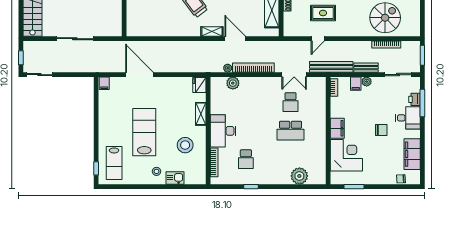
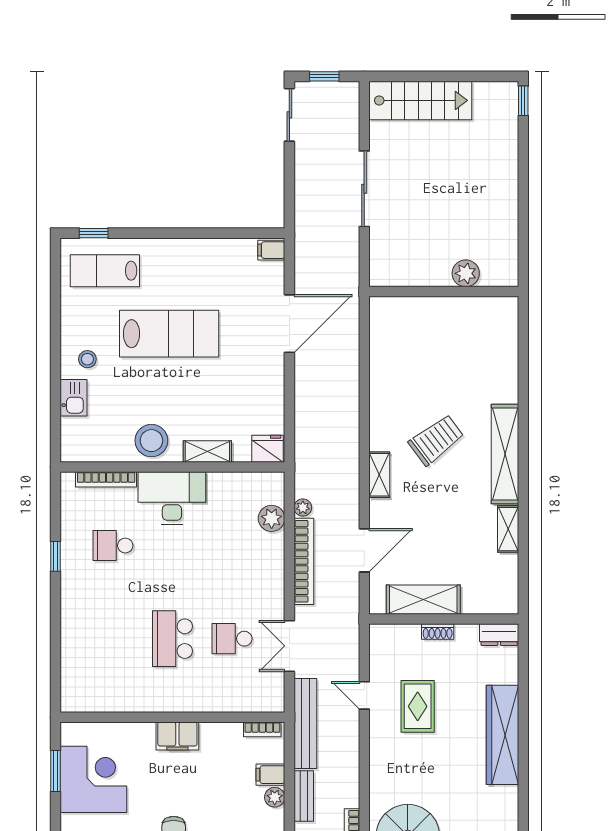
door: (235, 39) -> (364, 550), moved
stool: (185, 145) -> (151, 441), moved
corner desk: (346, 155) -> (93, 779), moved, turned -90
plant: (299, 176) -> (78, 657), removed

